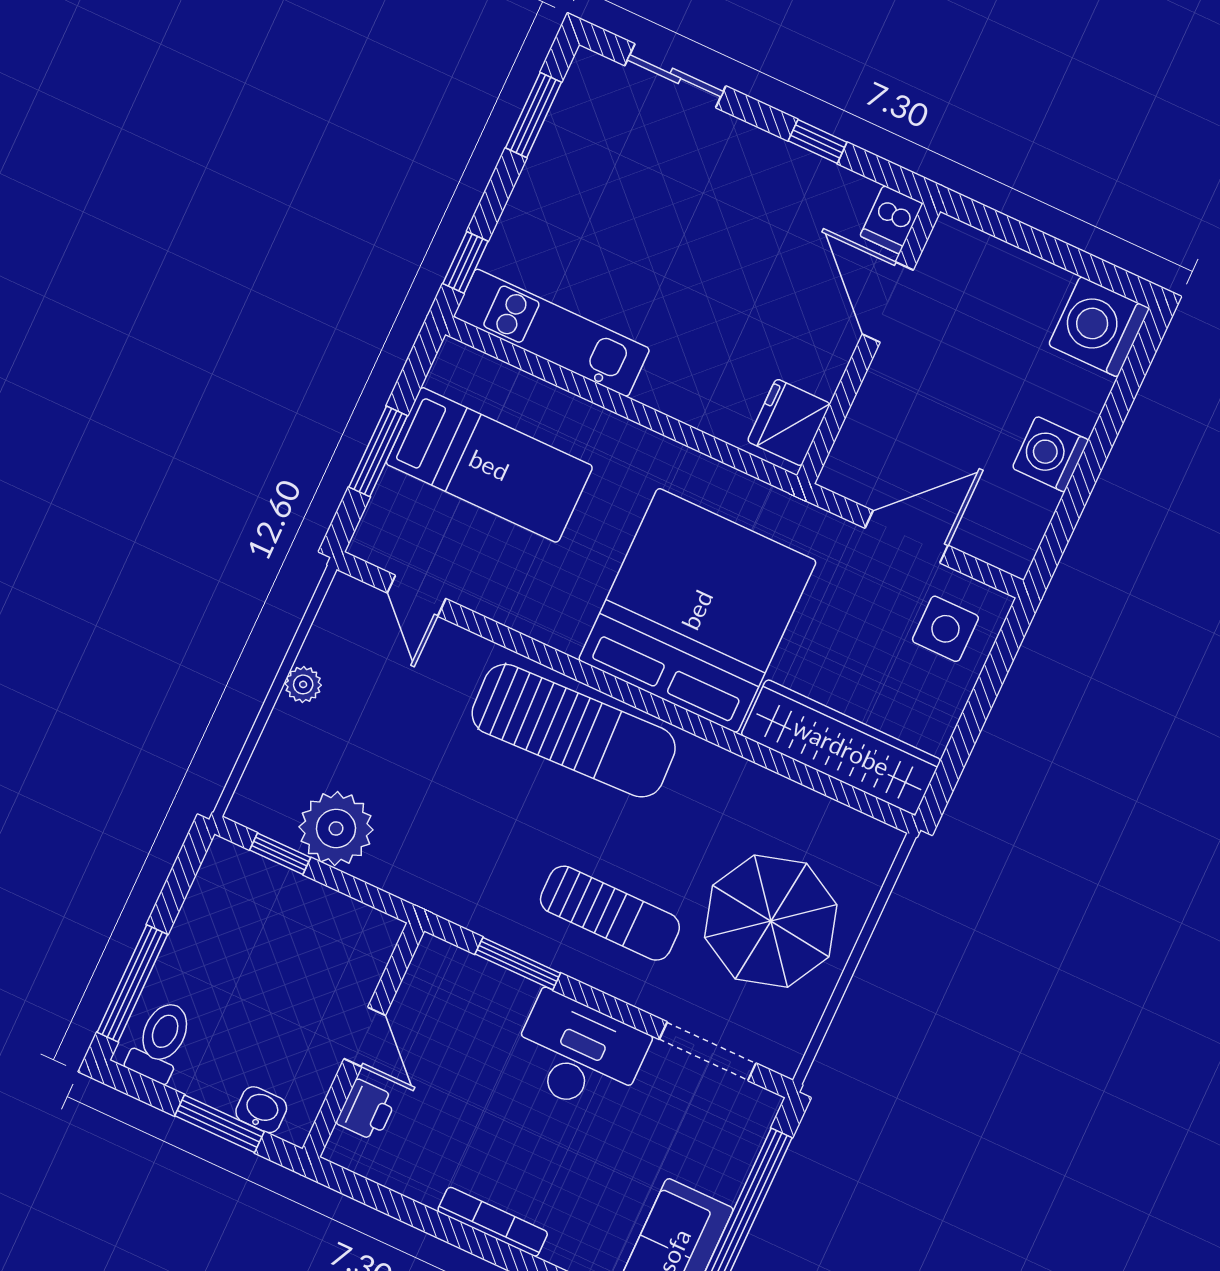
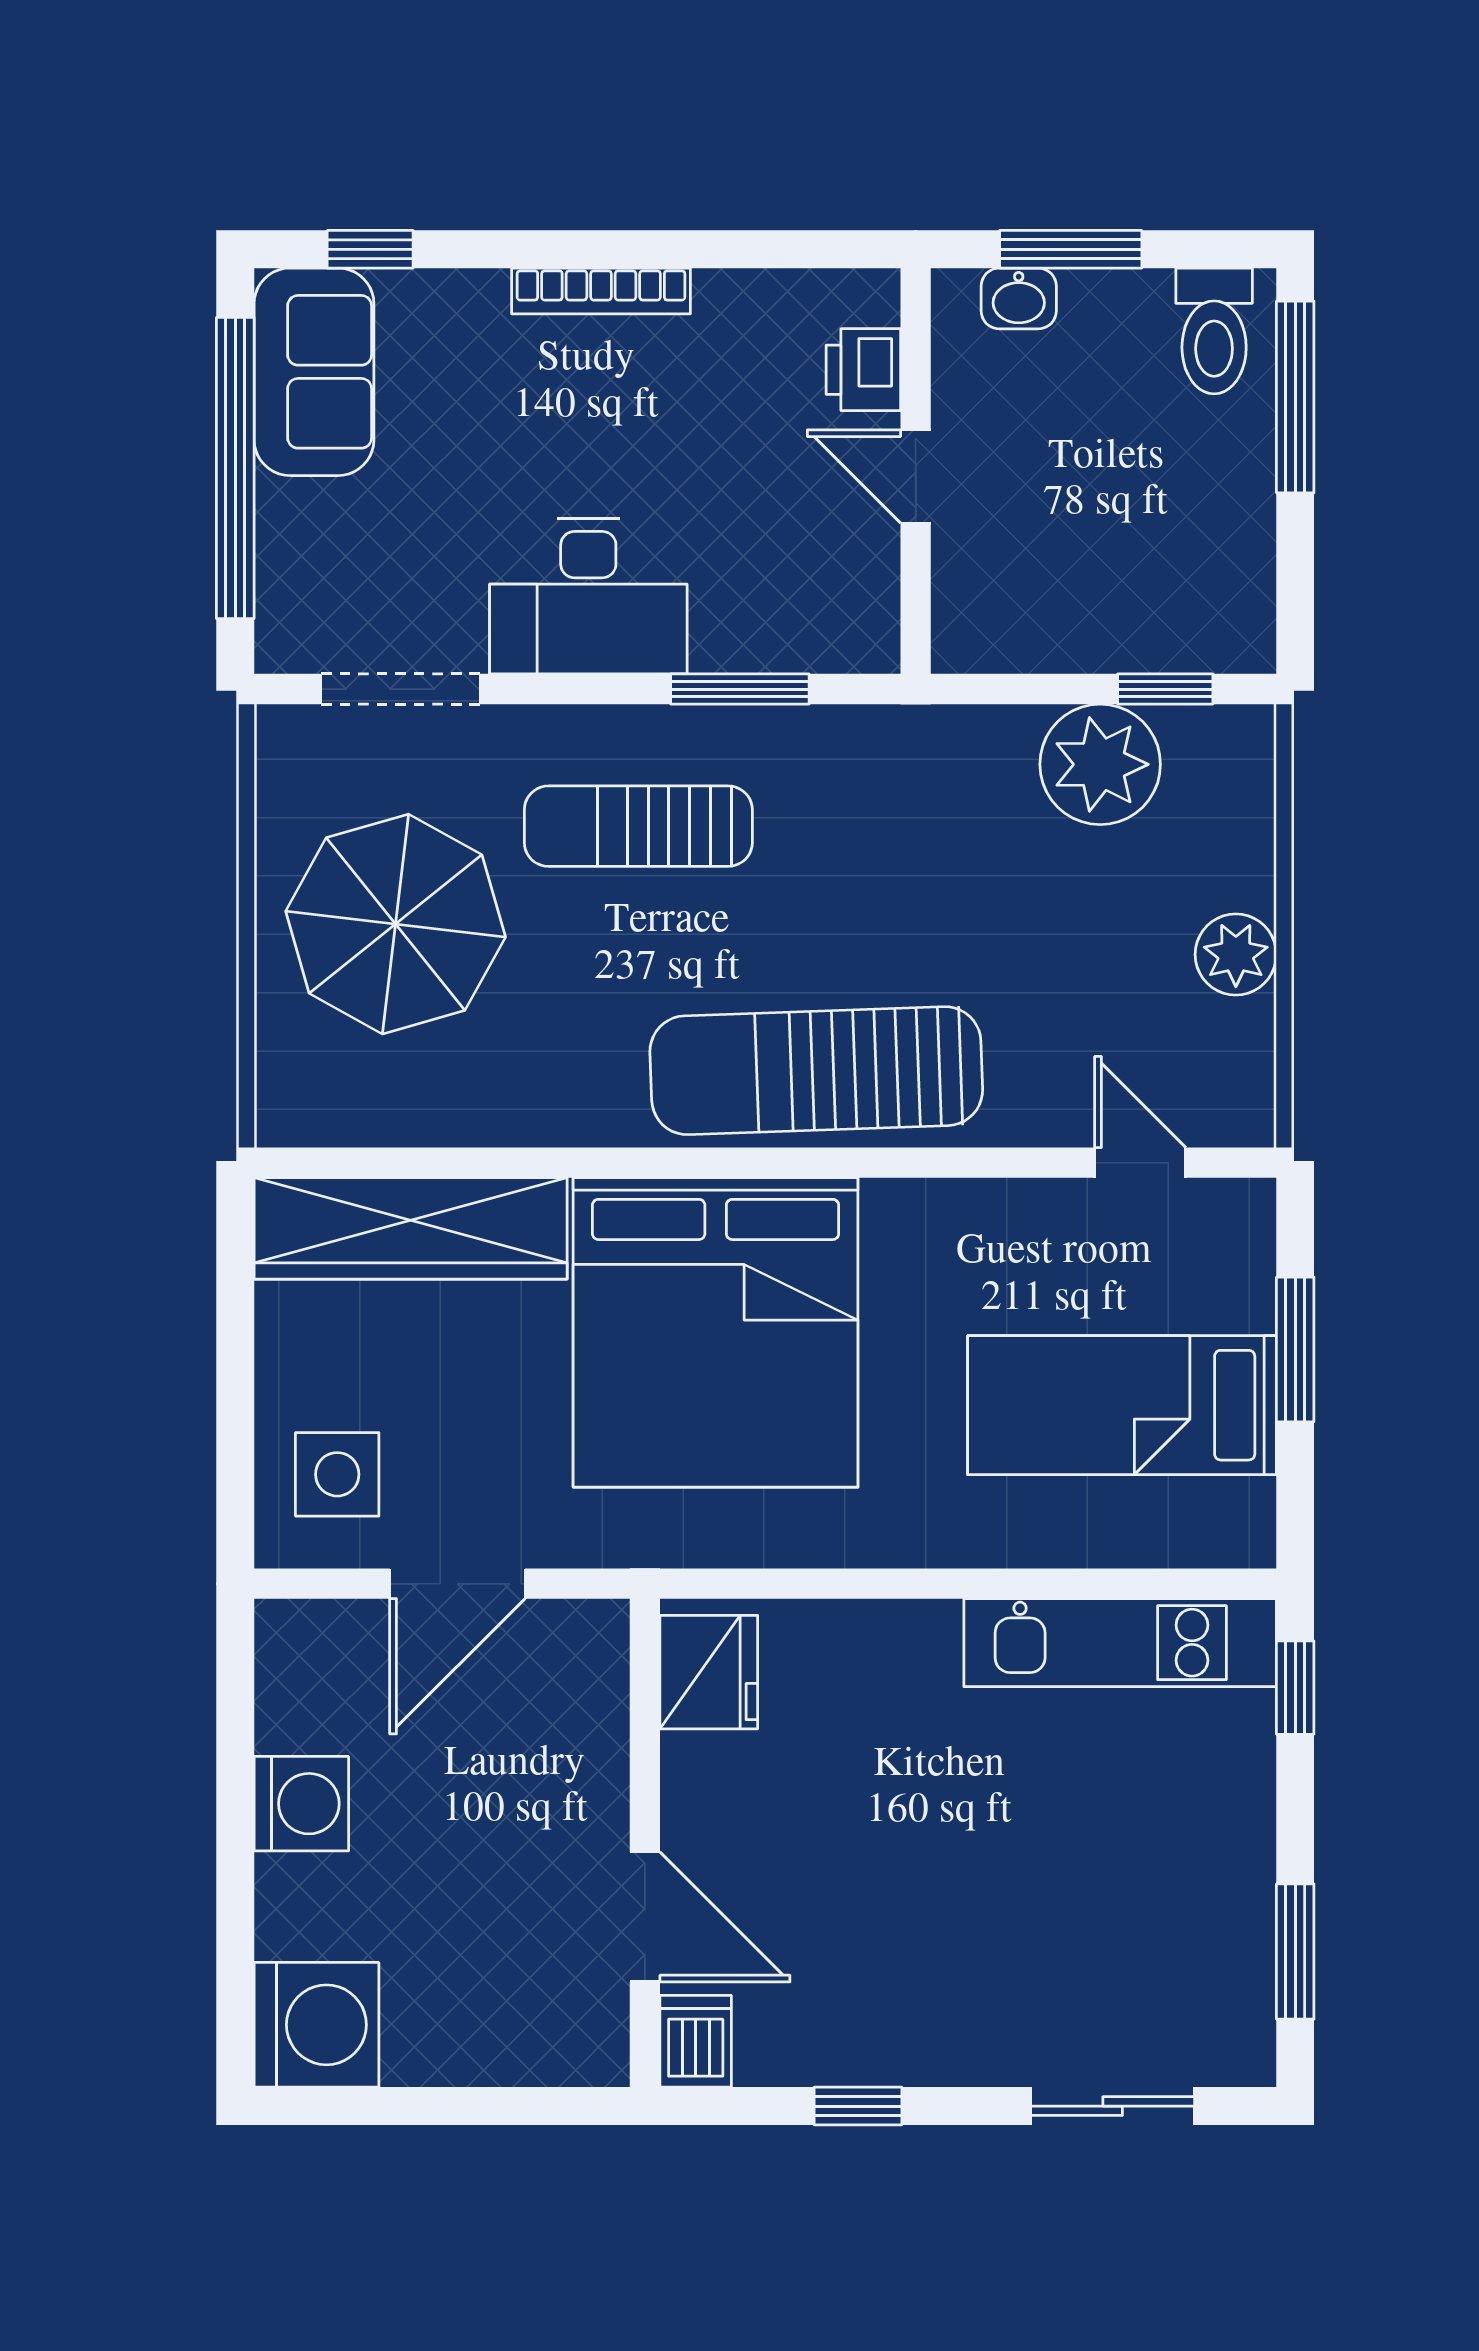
plant: (303, 684) -> (1236, 954), width x1.38, depth x1.38

